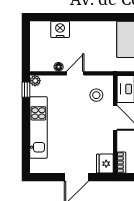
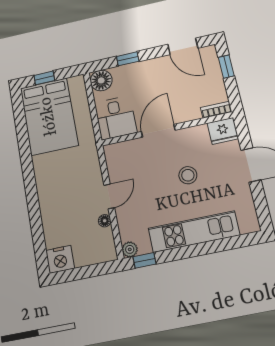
nightstand: (60, 29) -> (60, 259), moved, turned -90
door: (75, 73) -> (109, 196), swing flipped
stool: (96, 95) -> (188, 175), moved

